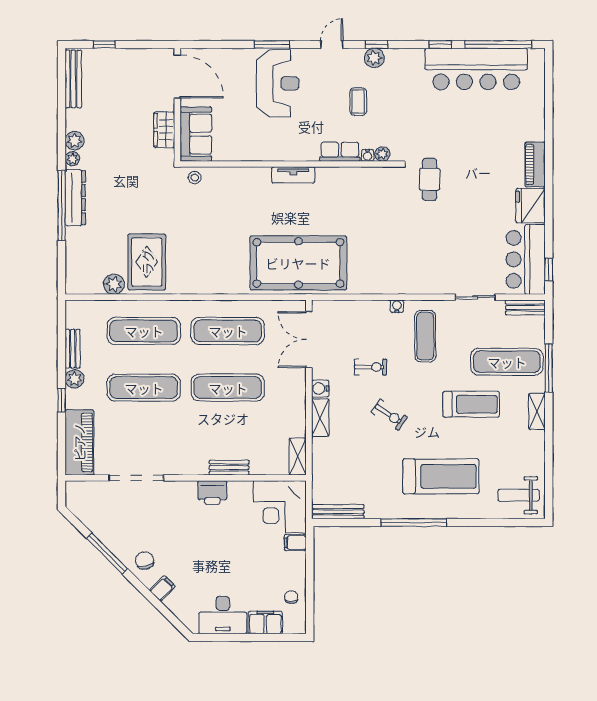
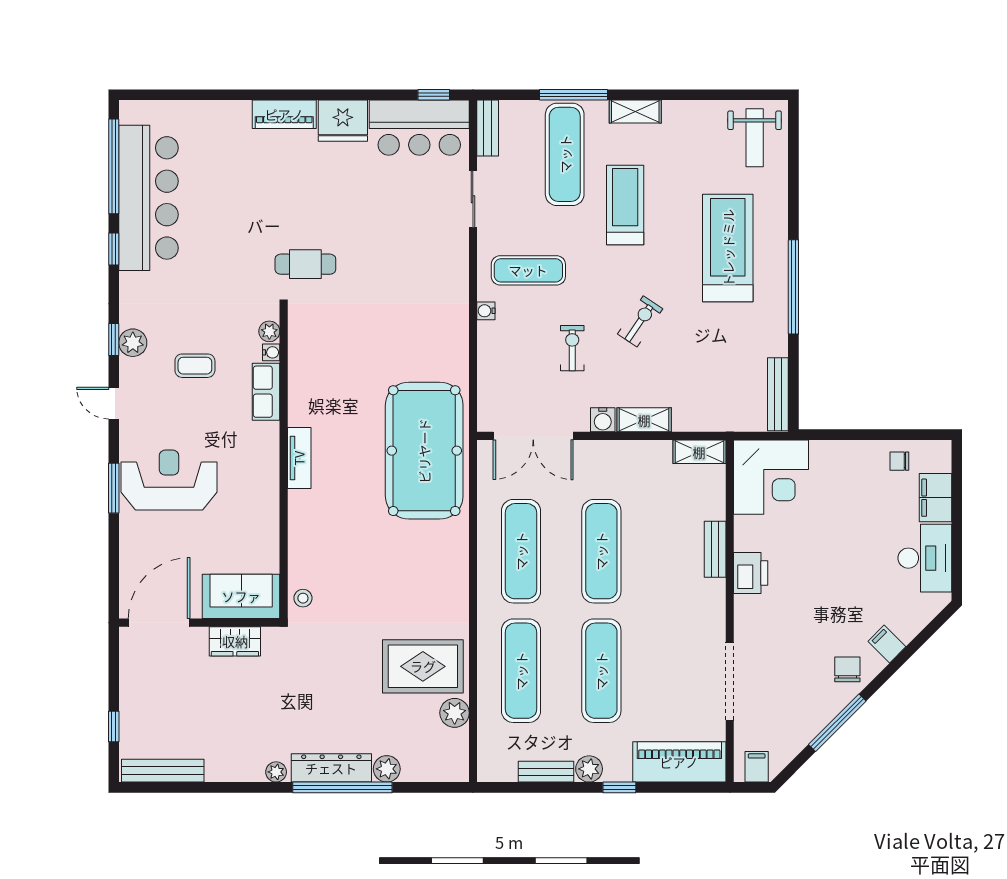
plant: (75, 141) -> (387, 769), moved
filing cabinet: (295, 543) -> (757, 767), moved, turned 180
chair: (145, 561) -> (847, 669), turned 103

